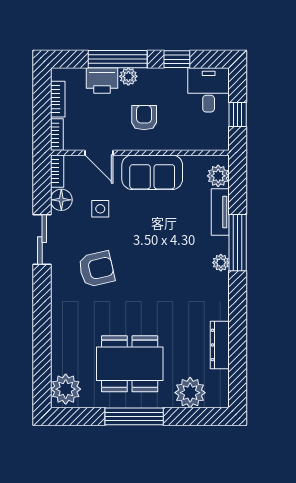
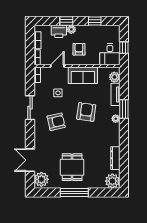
window: (118, 59) -> (66, 21), width x0.46
desk: (209, 90) -> (110, 54), moved, turned 180
door: (99, 153) -> (57, 66), swing flipped
floor lamp: (61, 200) -> (39, 89), removed
window: (238, 243) -> (124, 109), width x0.69
armchair: (159, 249) -> (86, 112), added
double door: (42, 349) -> (30, 160), added
dining table: (130, 364) -> (72, 167), width x0.73
plant: (190, 393) -> (112, 181), moved

